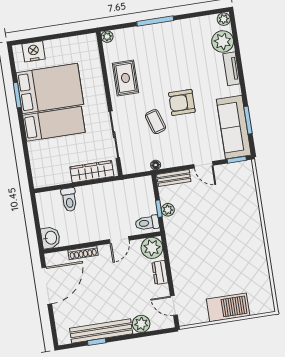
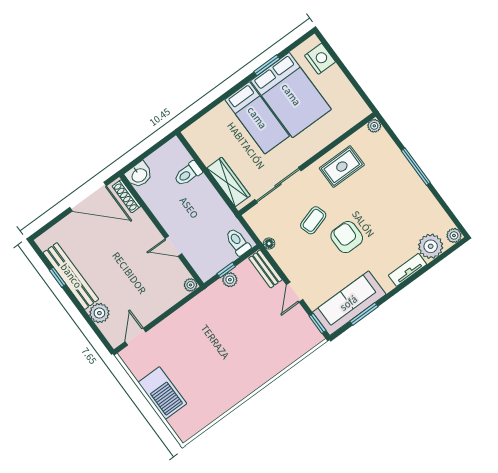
toilet: (147, 223) -> (238, 242), moved
plant: (152, 248) -> (191, 285), width x0.53, depth x0.53
shoe rack: (83, 253) -> (126, 196), moved
dresser: (160, 272) -> (162, 305), removed

